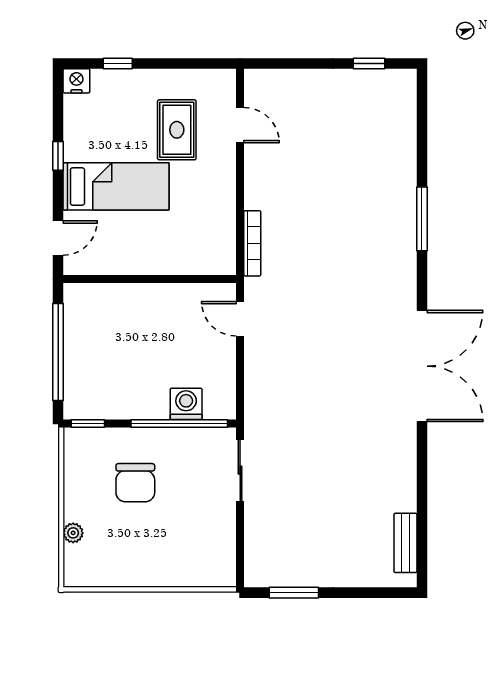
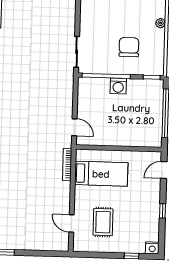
bed: (116, 186) -> (101, 174), moved, turned 180
washing machine: (186, 404) -> (118, 86), moved

